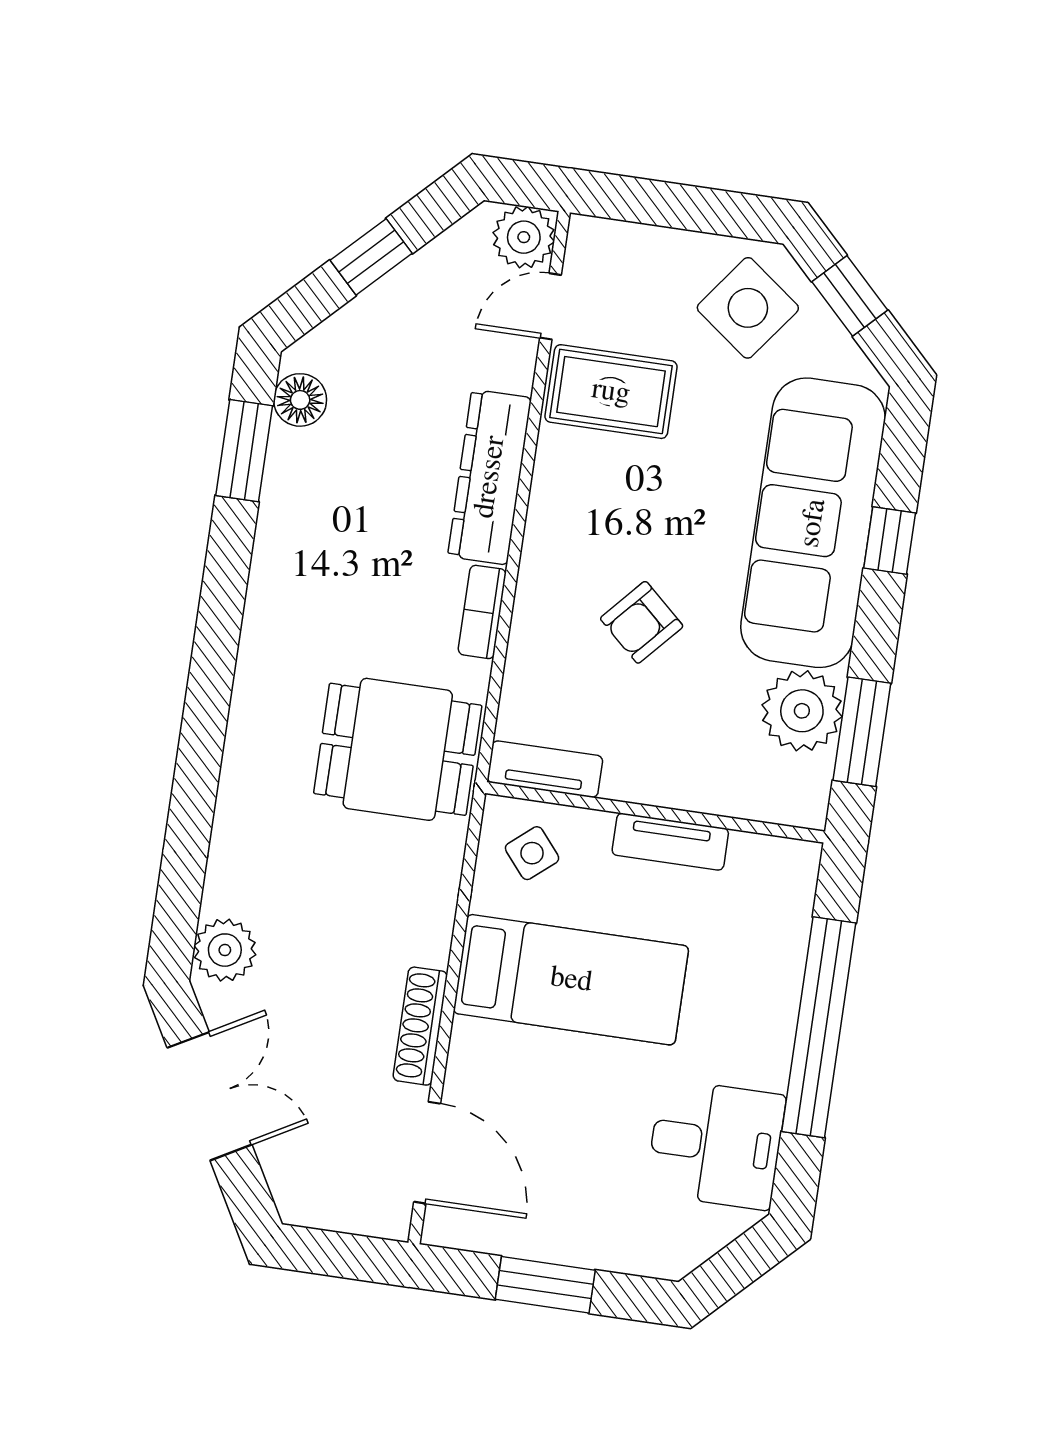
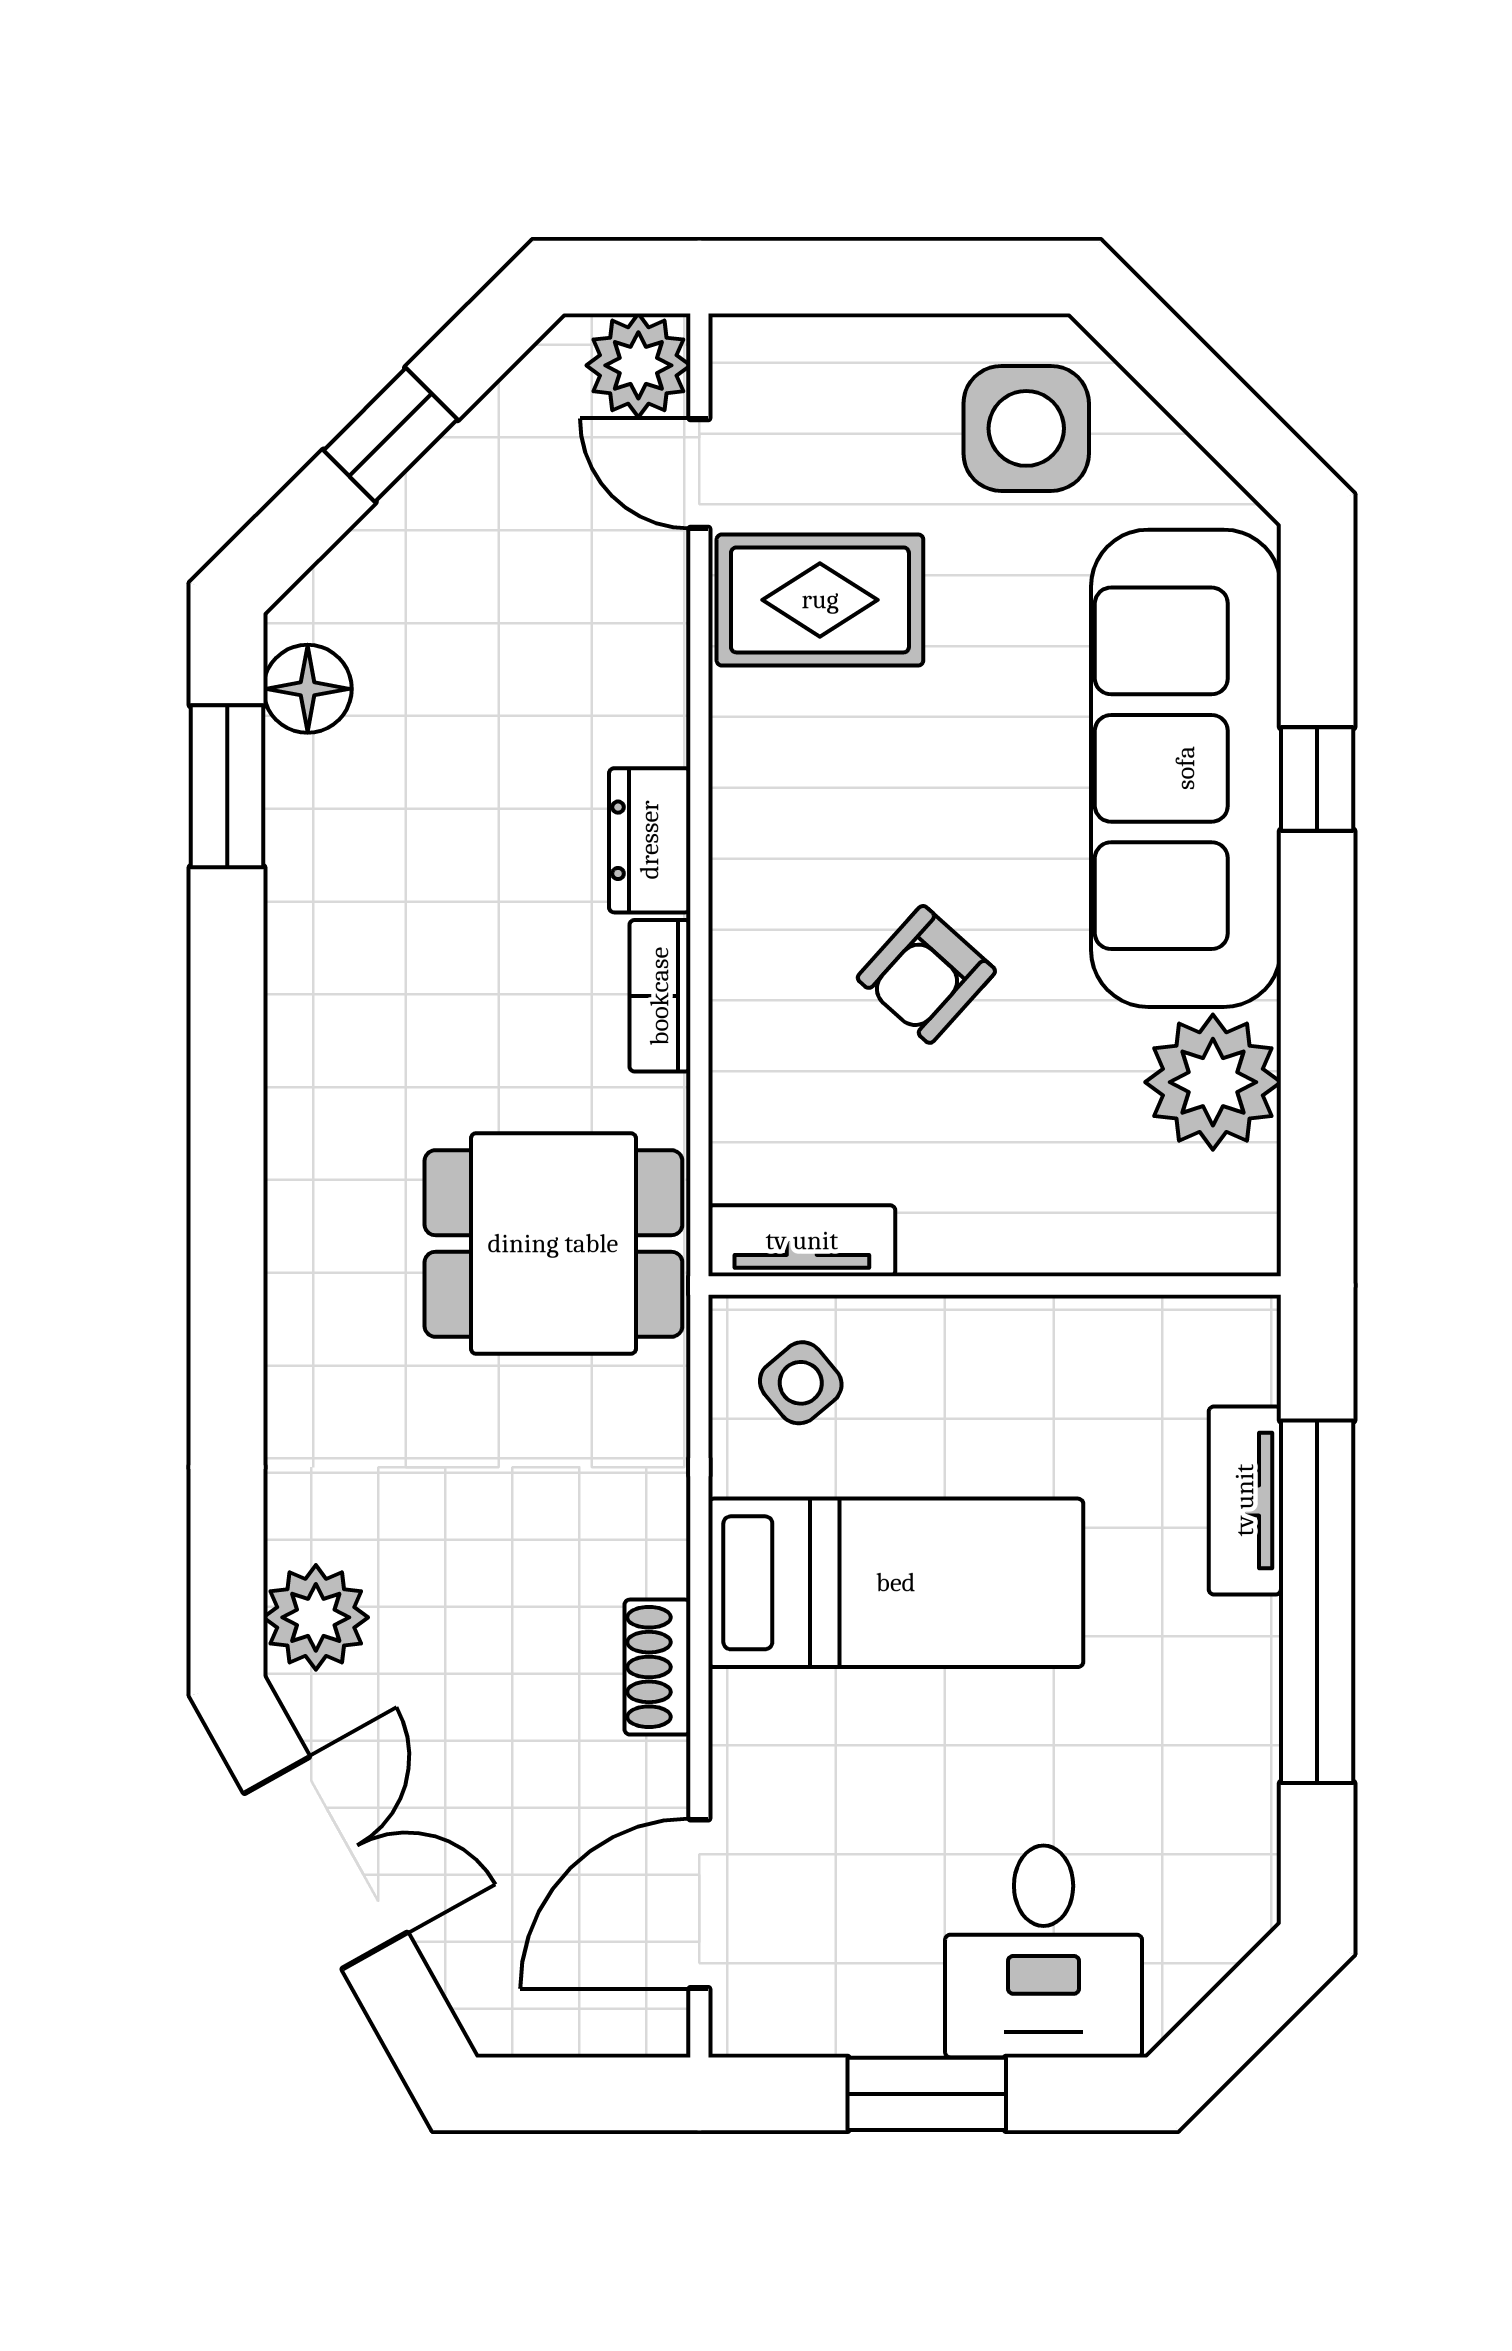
window: (850, 296) -> (1192, 384), removed
door: (551, 306) -> (699, 474), hinge flipped
side table: (748, 308) -> (1026, 428), turned -37
dresser: (490, 477) -> (650, 840), width x0.51, depth x0.80
window: (862, 732) -> (1317, 1102), removed
tv unit: (670, 842) -> (1245, 1500), moved, turned 90
shoe rack: (420, 1026) -> (657, 1667), width x0.70
desk: (716, 1144) -> (1044, 1952), moved, turned 90
door: (427, 1153) -> (699, 1904), swing flipped

